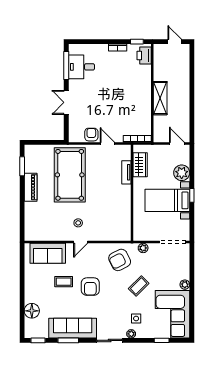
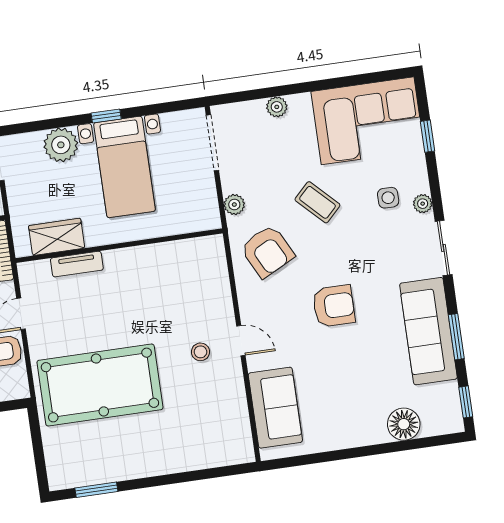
piano: (31, 187) -> (139, 465), removed
coffee table: (64, 282) -> (331, 365), removed
plant: (185, 285) -> (277, 107), moved

